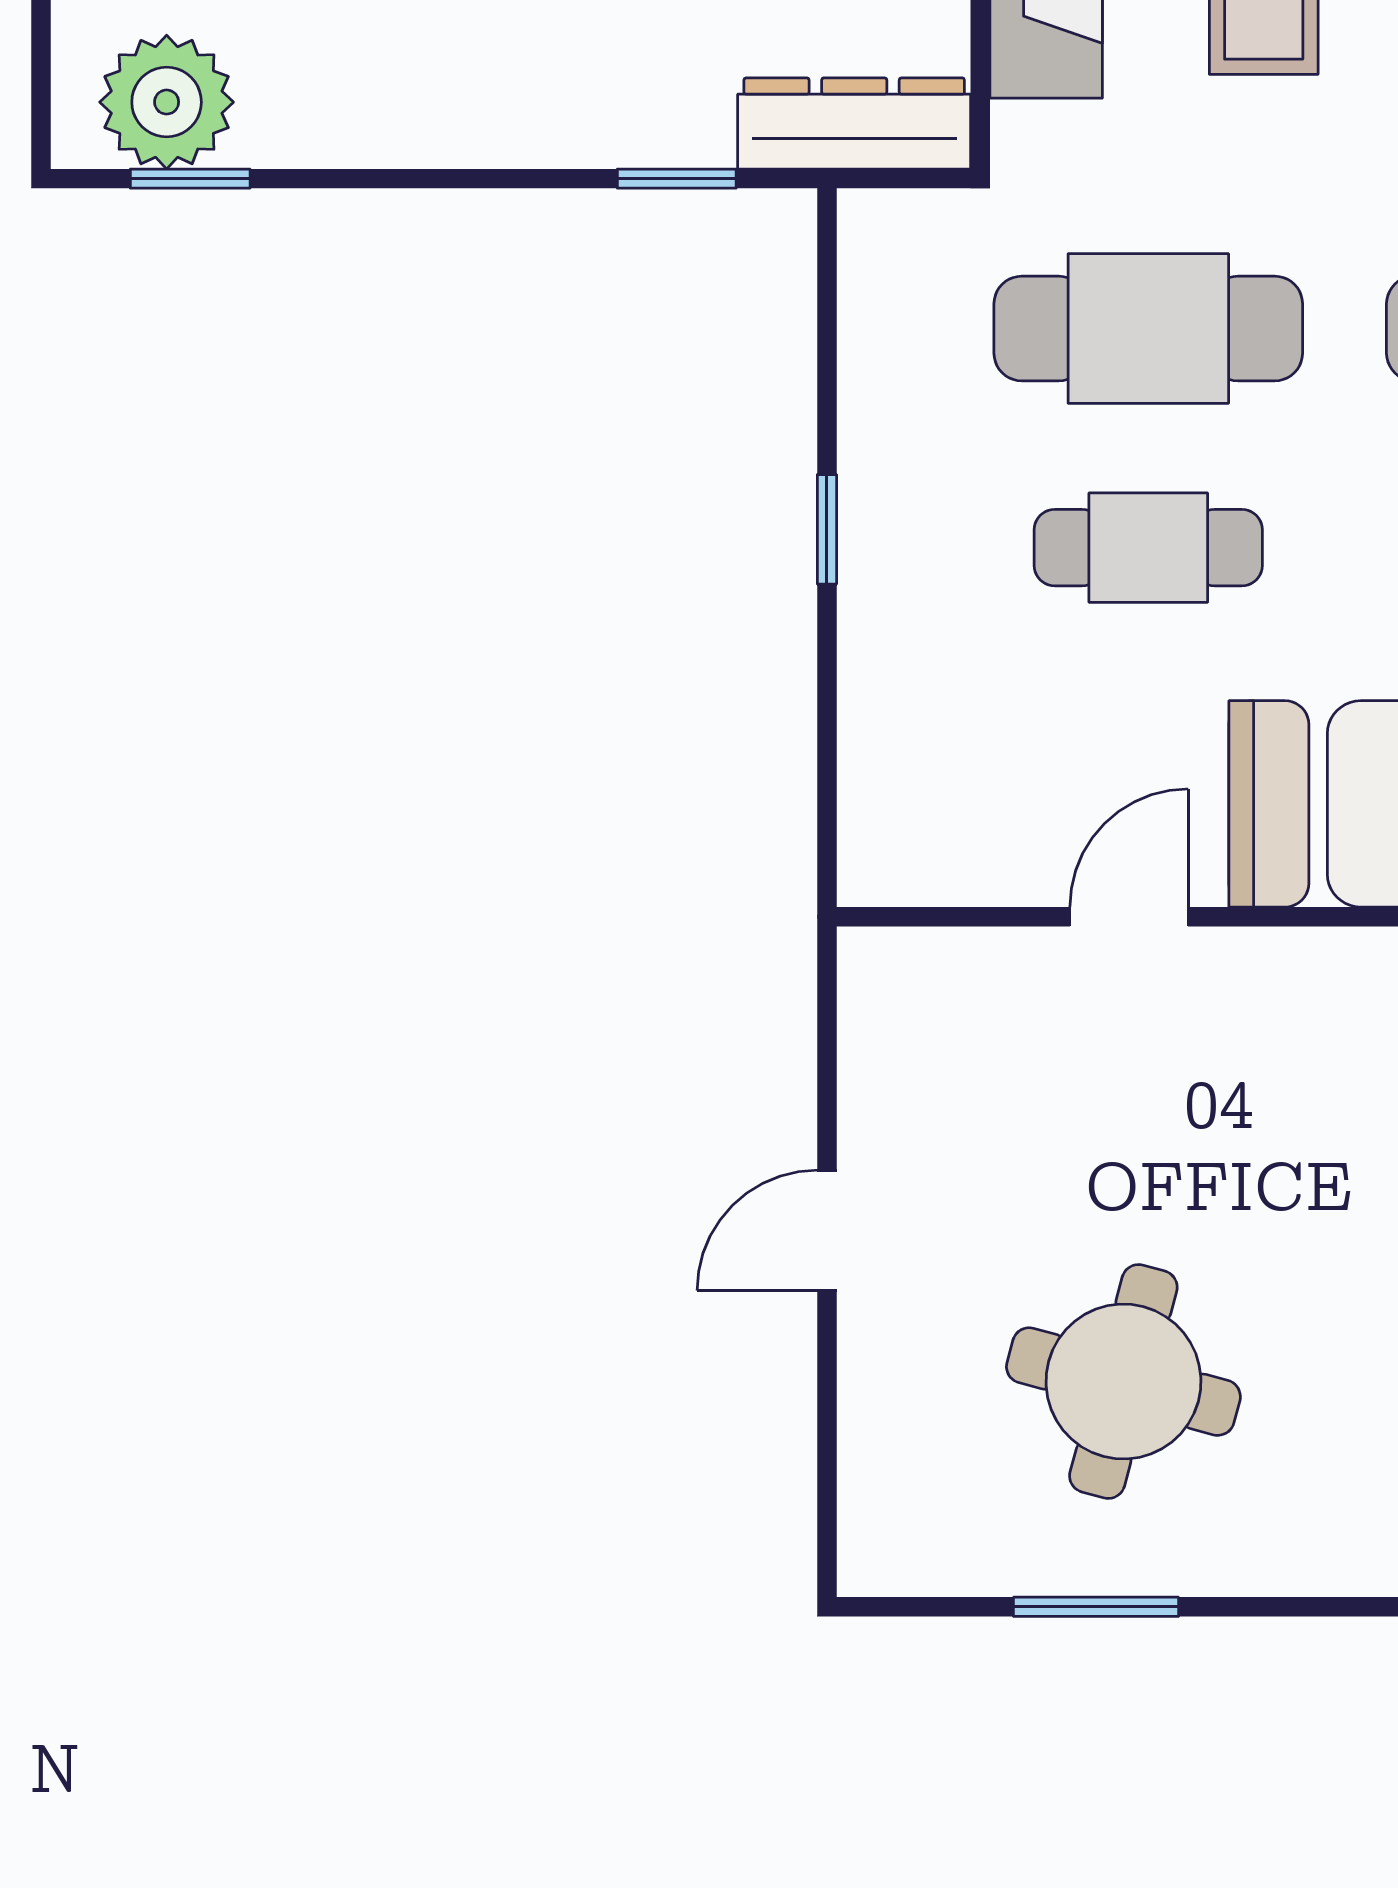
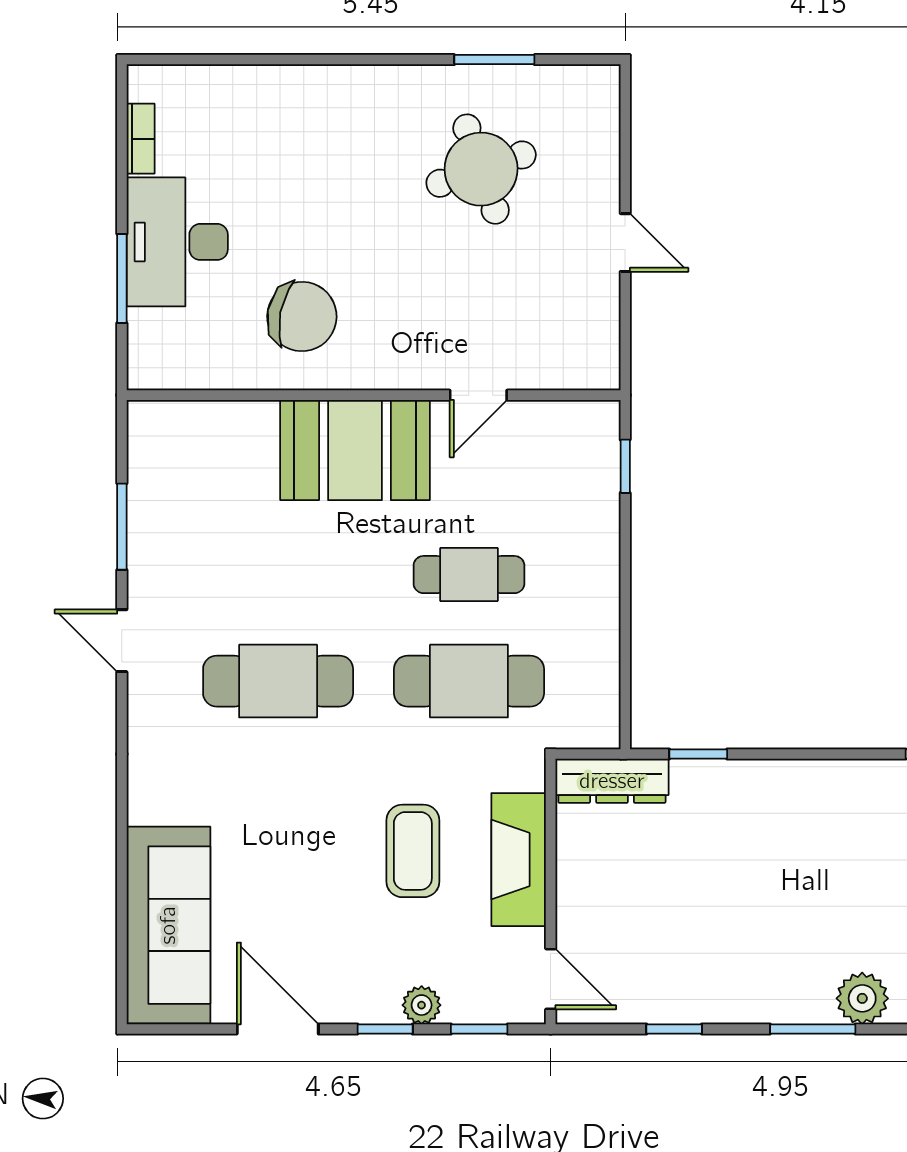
window: (827, 529) -> (625, 466), moved
door: (827, 1230) -> (625, 243), hinge flipped
round table: (1123, 1382) -> (481, 169), turned -34

